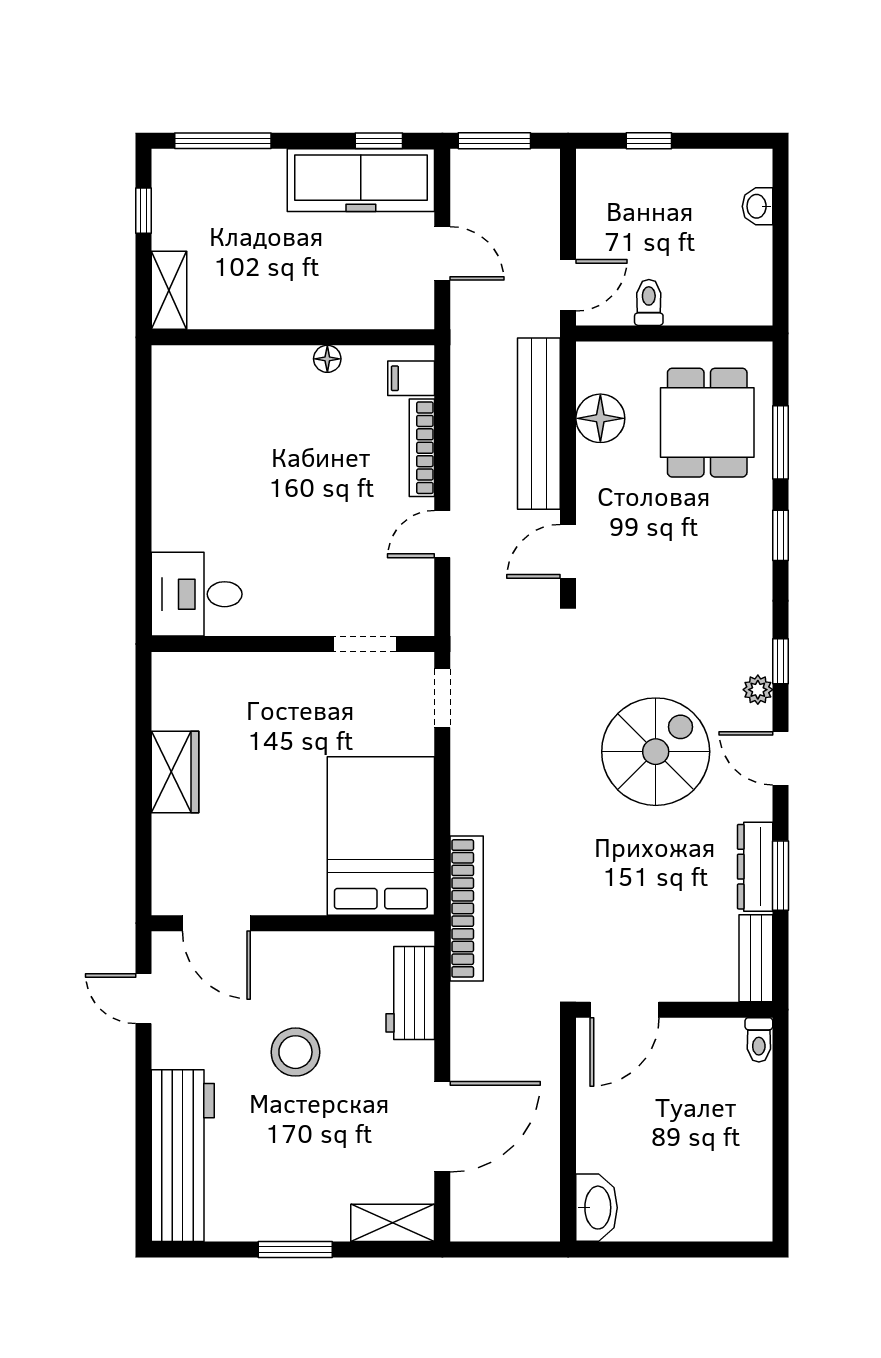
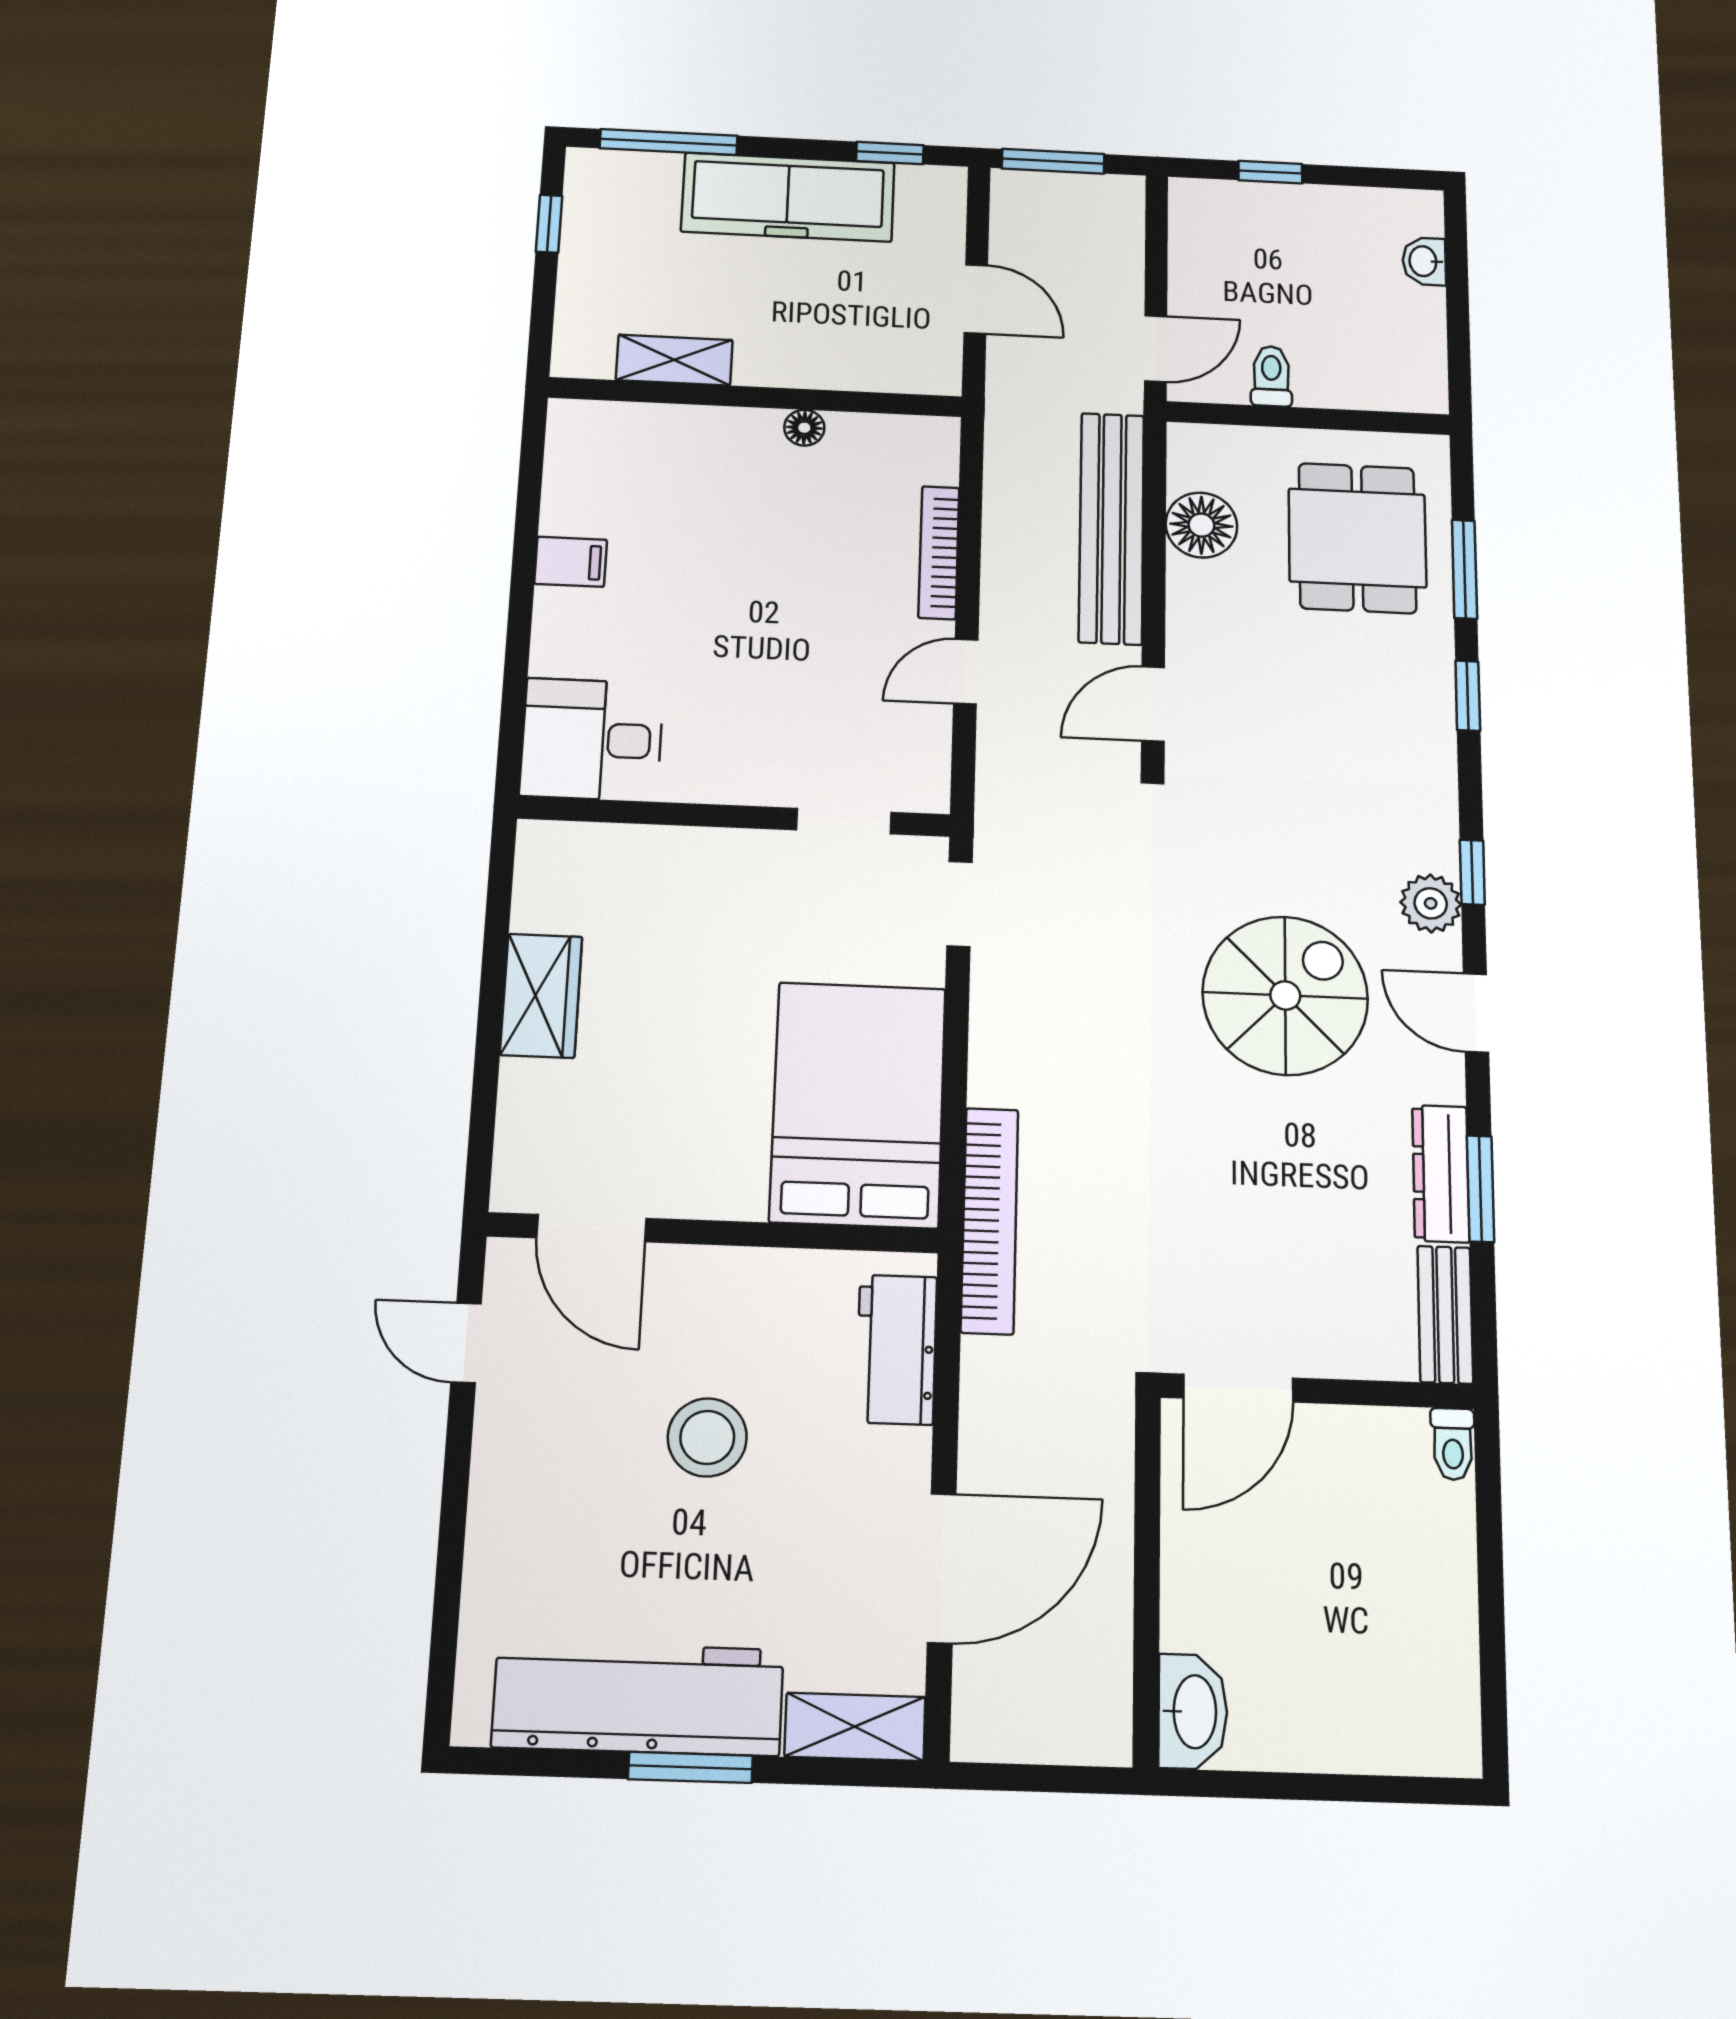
freezer: (361, 180) -> (788, 197), moved
shelving: (169, 290) -> (674, 360), moved, turned 90
filing cabinet: (411, 378) -> (571, 562), moved, turned 180
plant: (758, 690) -> (1431, 903), width x1.38, depth x1.38
workbench: (183, 1156) -> (638, 1698), moved, turned -90

